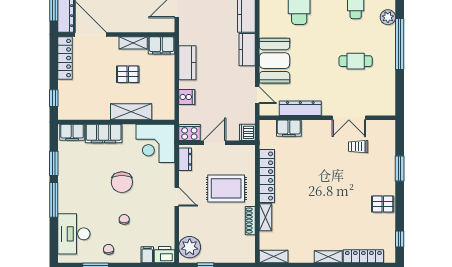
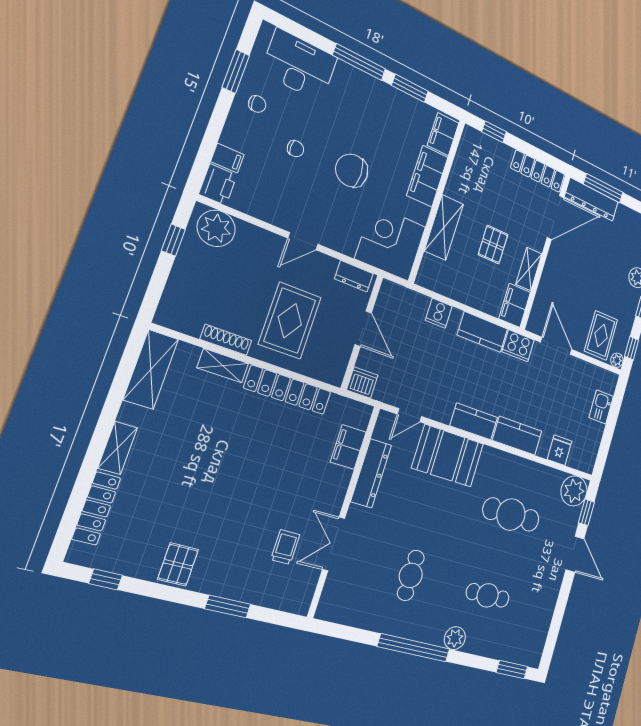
cooker: (189, 133) -> (518, 346), moved, turned 90
shelving: (274, 257) -> (151, 369), width x1.50, depth x1.33

